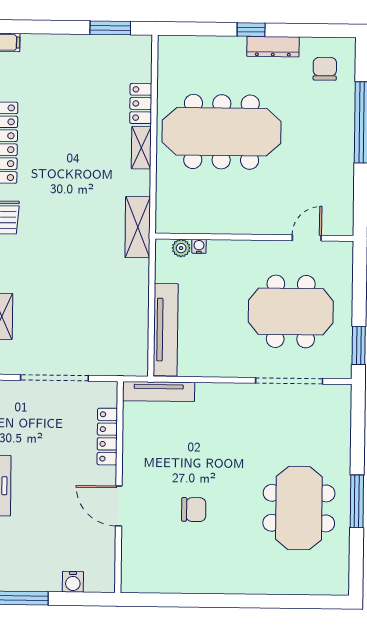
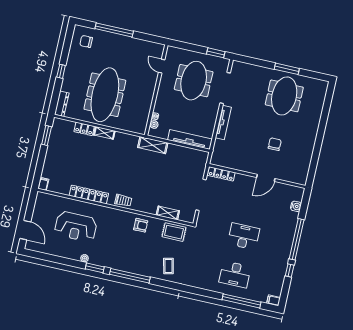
dresser: (273, 47) -> (62, 104), moved
shelving: (138, 227) -> (153, 145), moved
tv unit: (159, 392) -> (223, 122), moved
locker: (107, 437) -> (221, 174), moved
meeting table: (299, 508) -> (284, 96), turned 90

